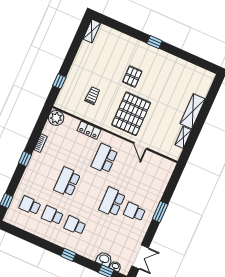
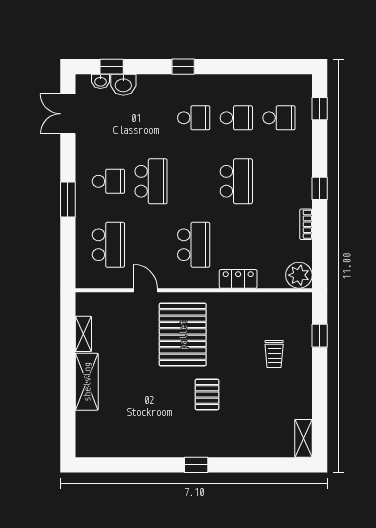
trolley: (93, 96) -> (274, 354), moved
school desk: (149, 178) -> (108, 245), added

